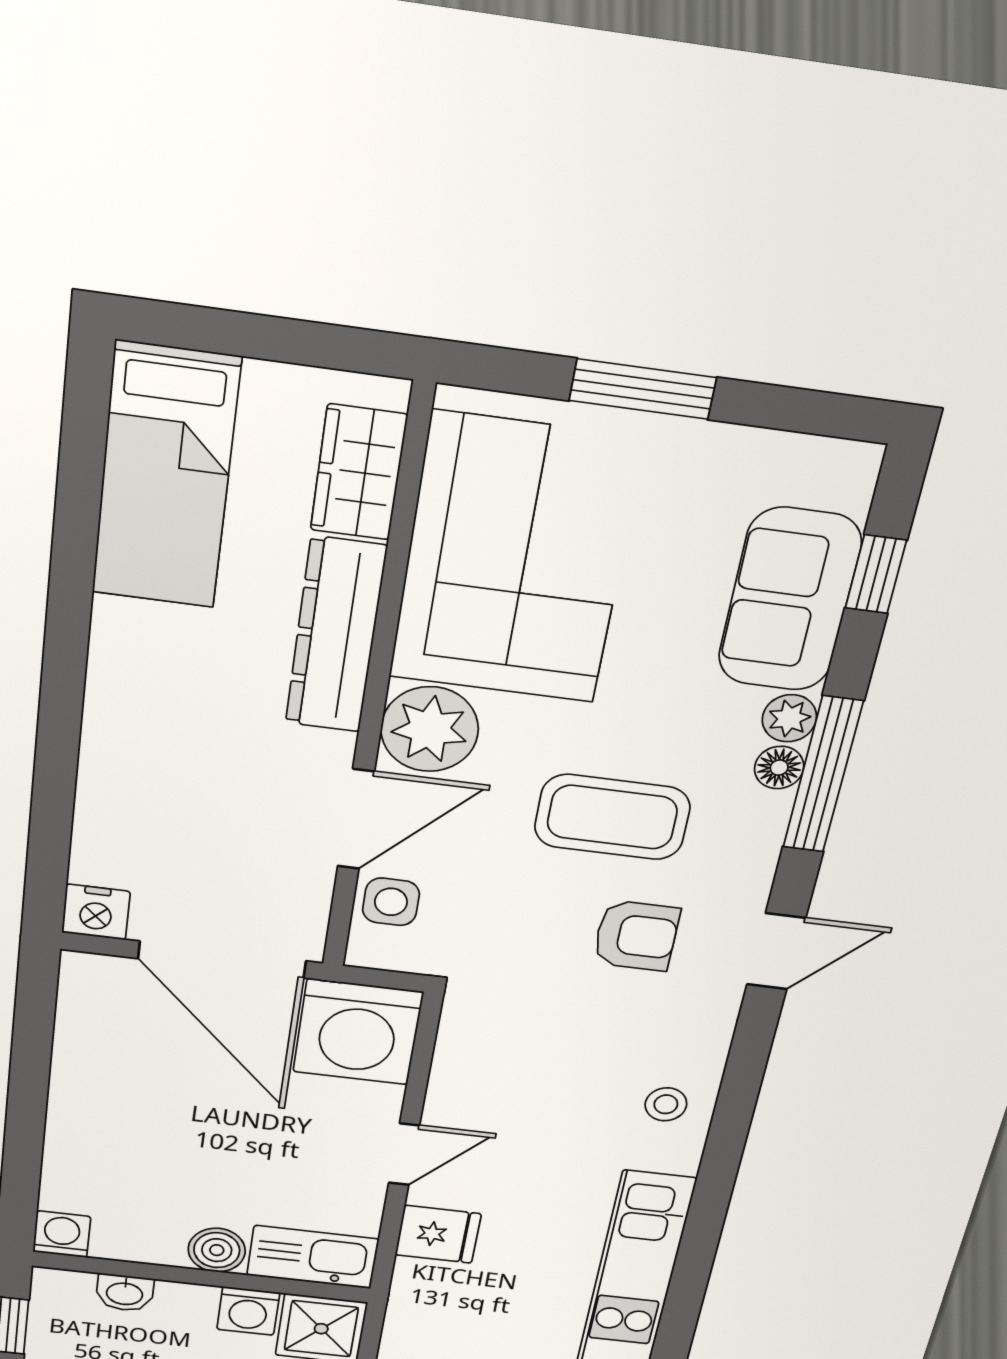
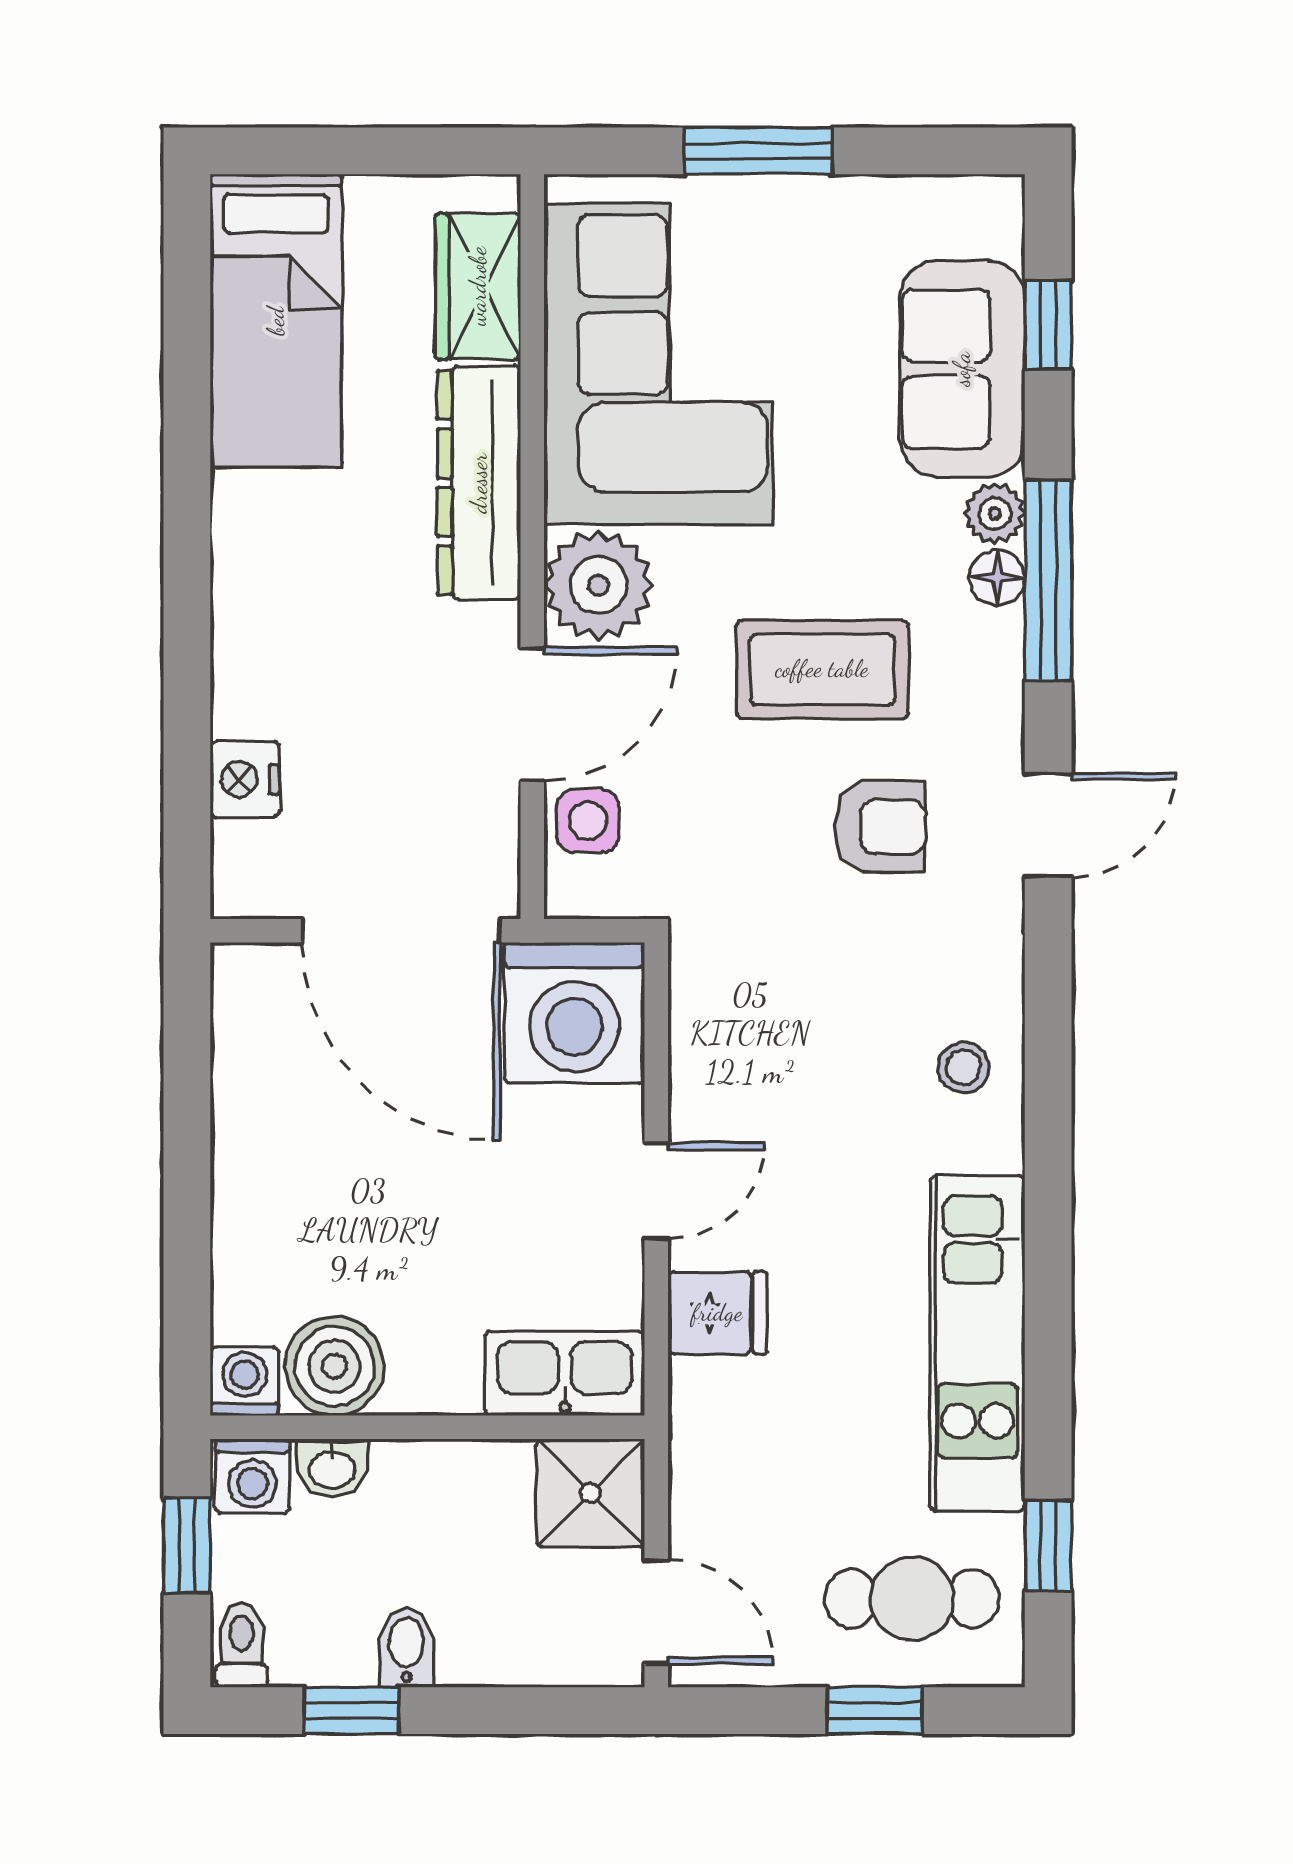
nightstand: (96, 912) -> (245, 779), moved, turned 90
boiler: (217, 1250) -> (335, 1366), moved, width x1.36, depth x1.36
washing machine: (248, 1311) -> (253, 1476), moved

